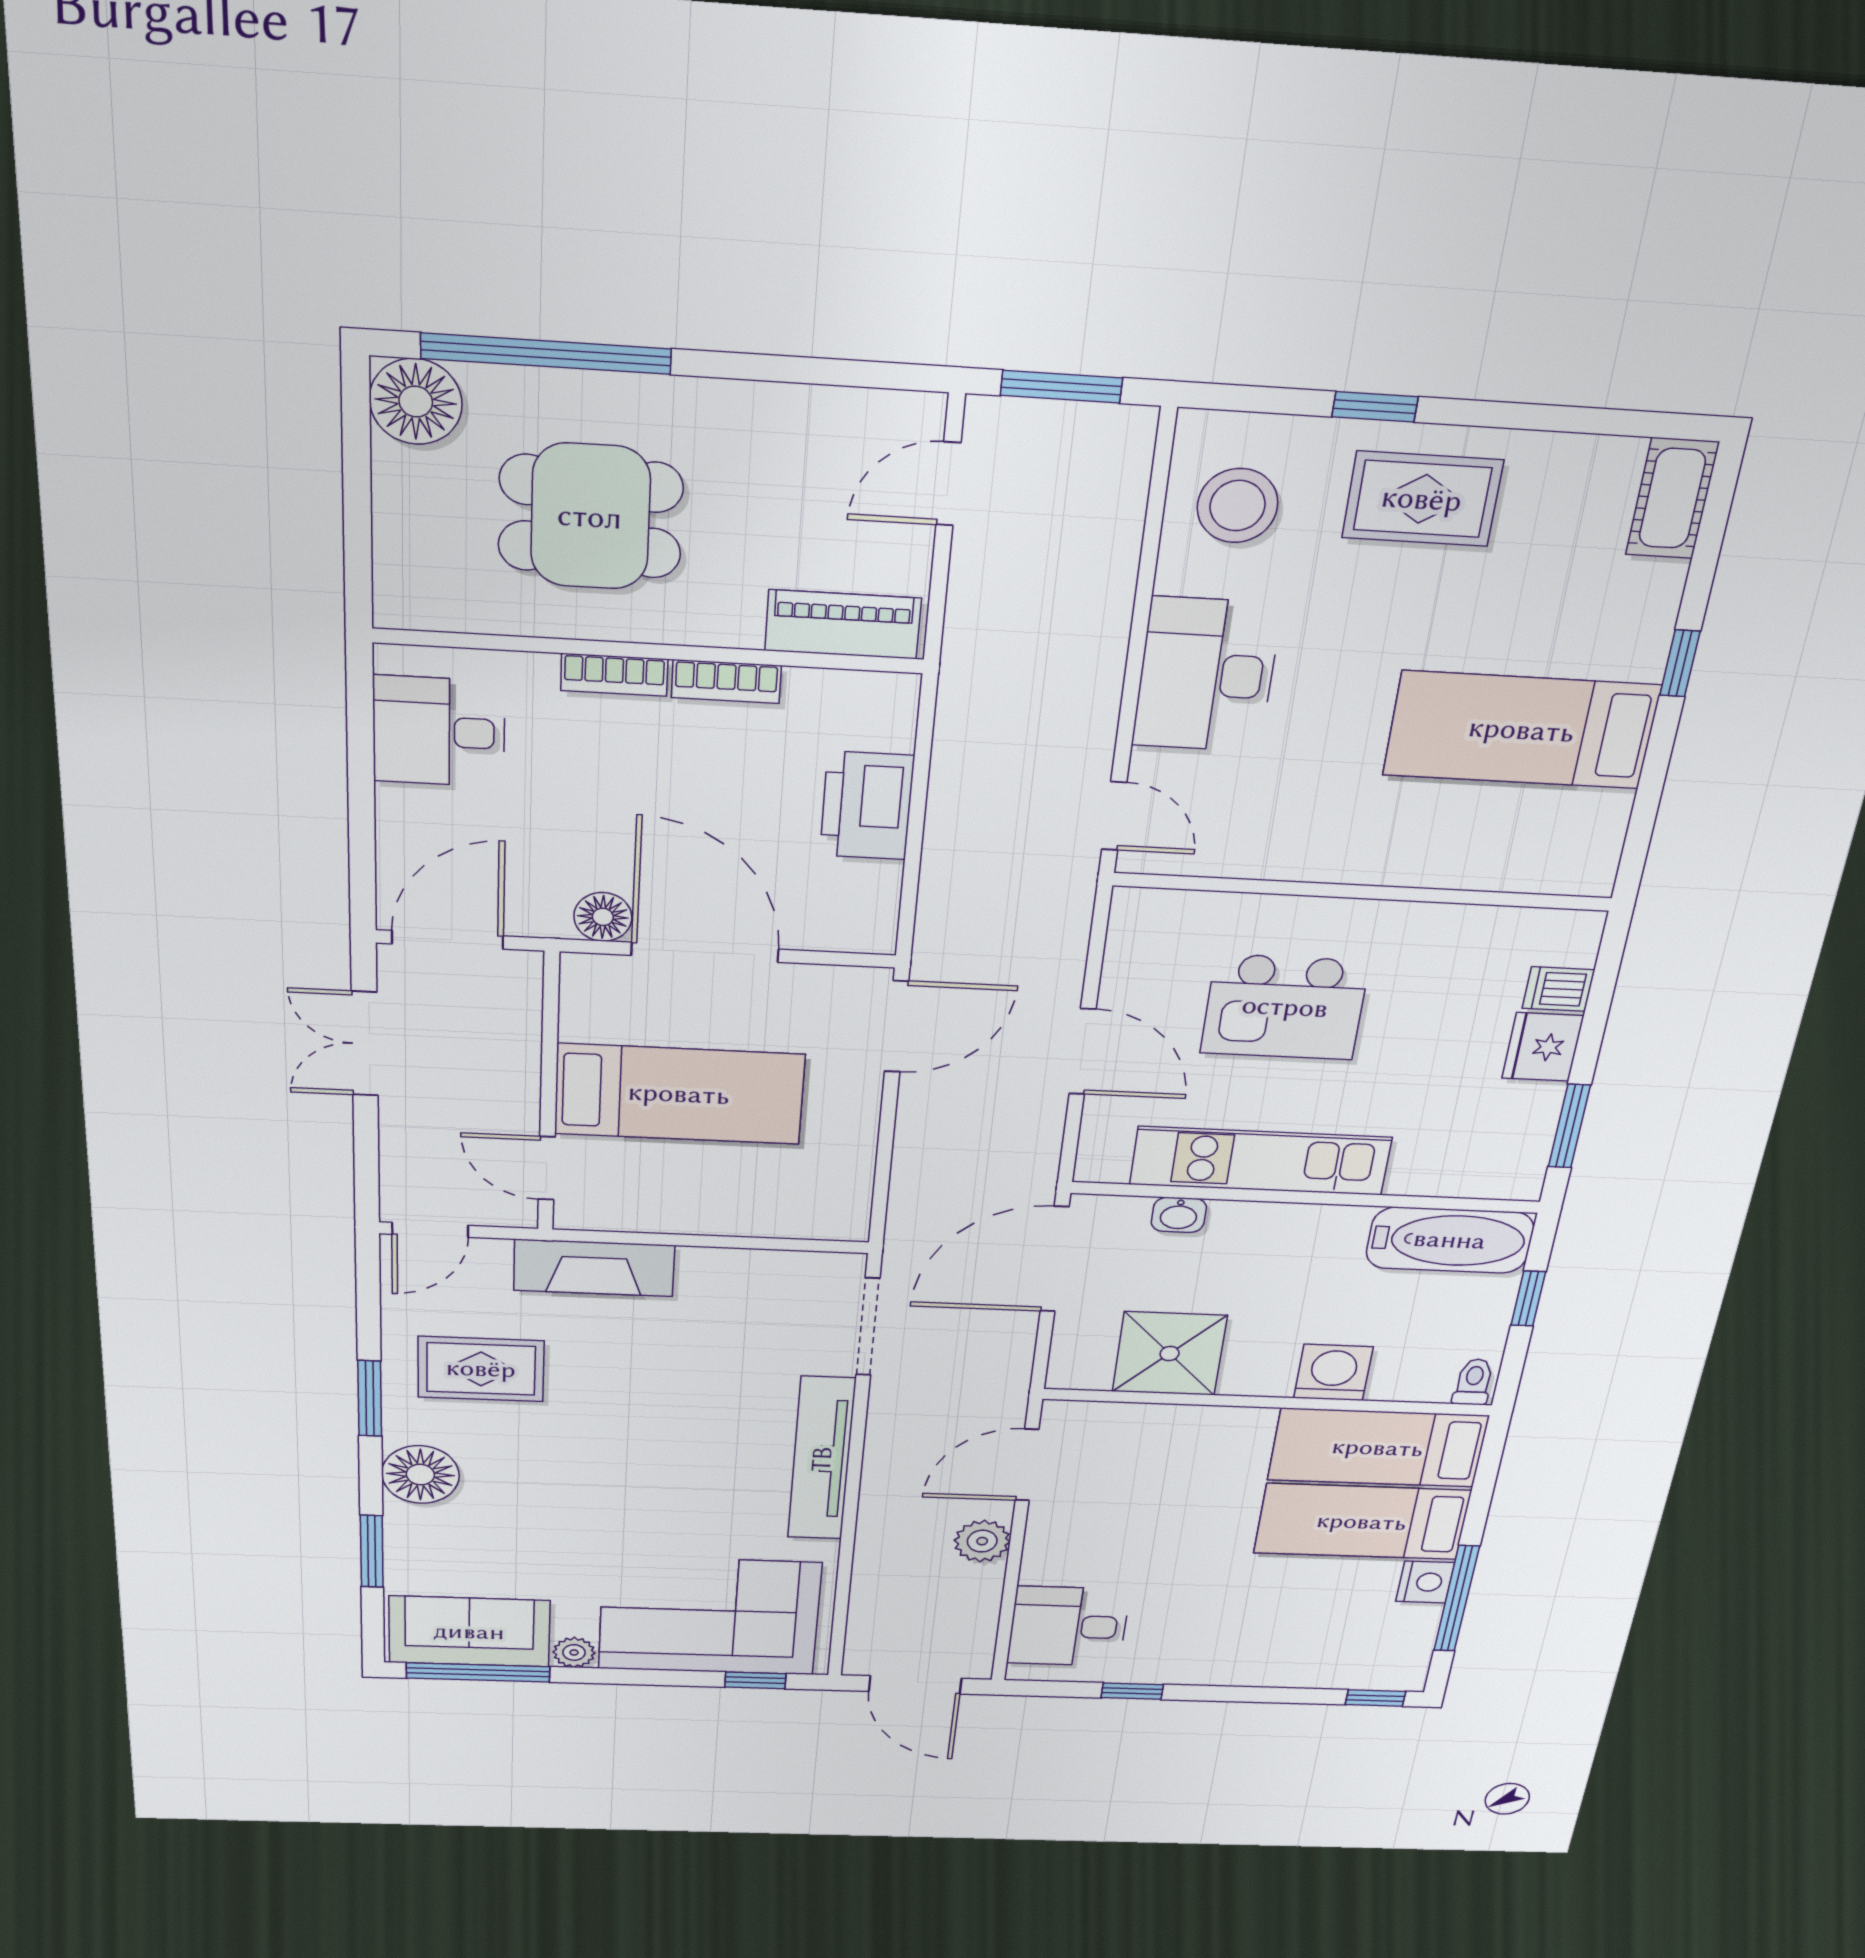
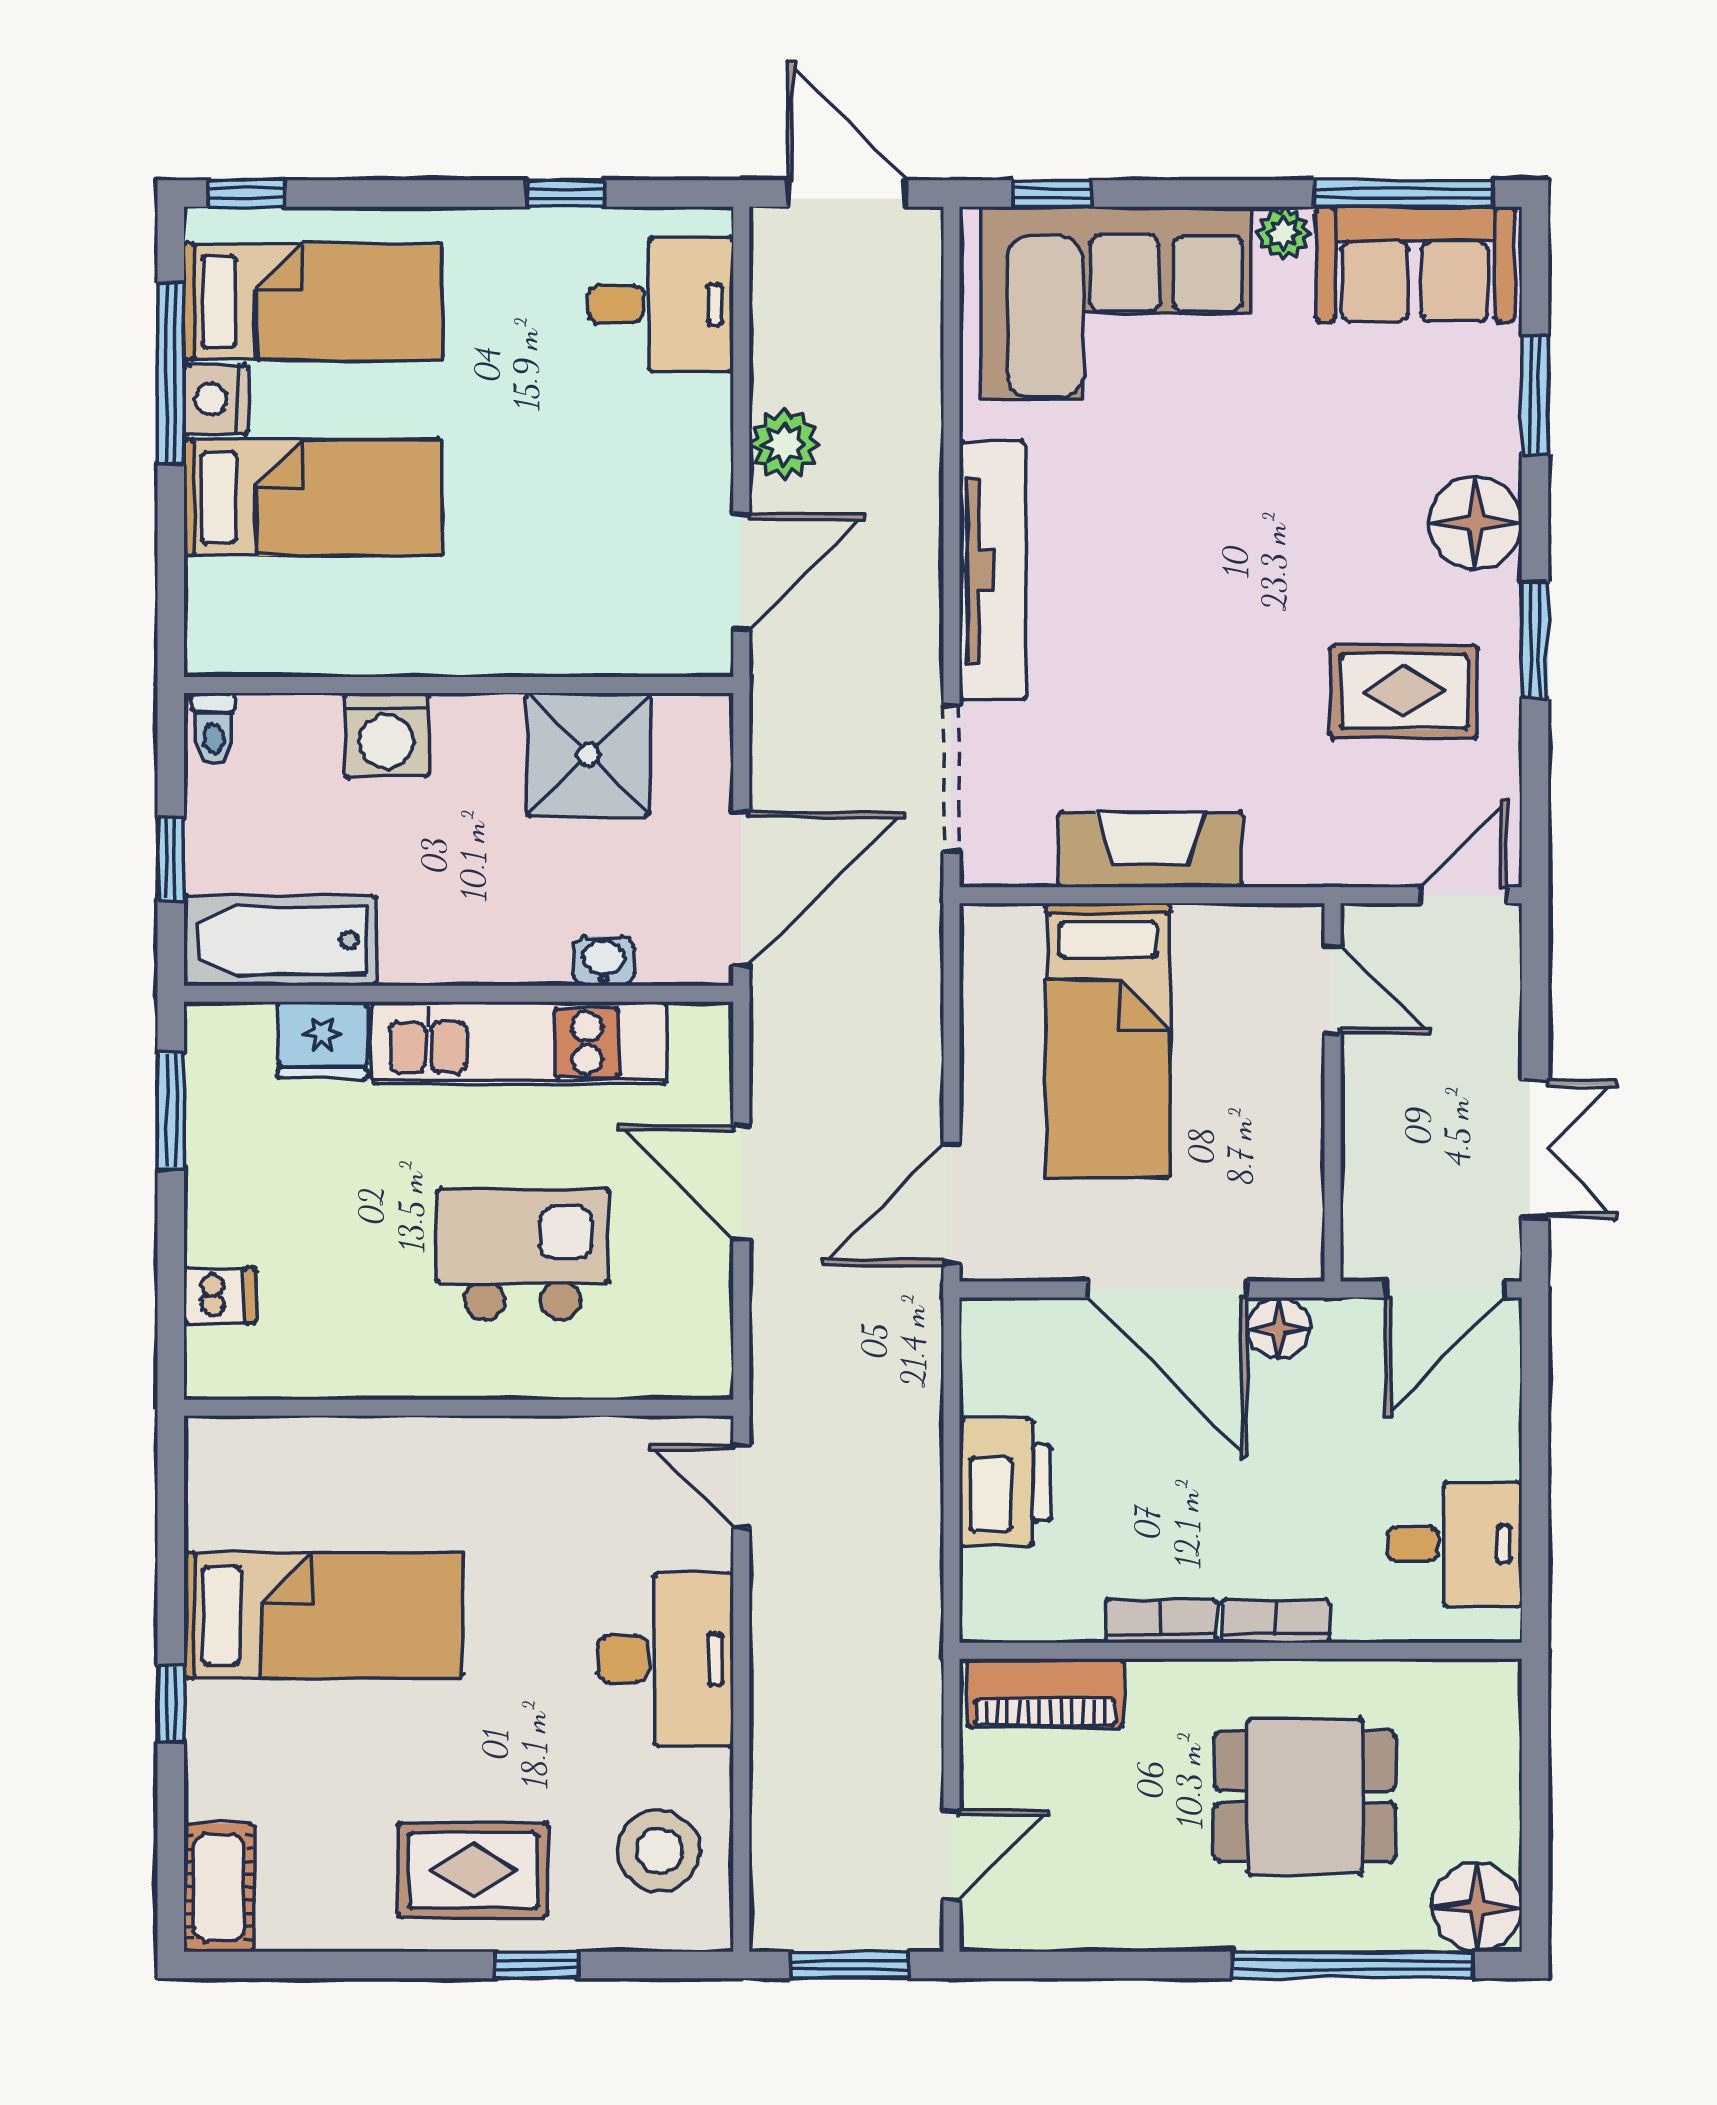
fridge: (1543, 1047) -> (322, 1040), moved, turned 90
bed: (679, 1094) -> (1108, 1040), moved, turned -90
fireplace: (594, 1268) -> (1151, 849), moved
bed: (1378, 1448) -> (313, 301), moved

